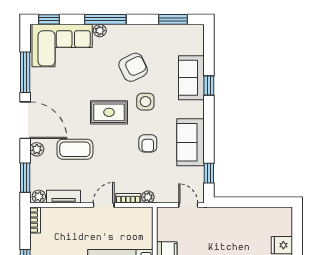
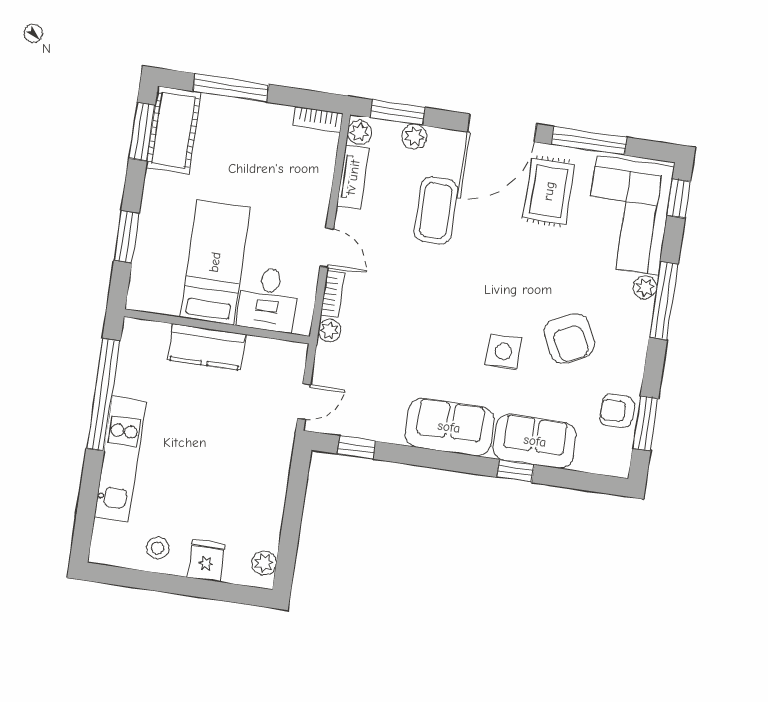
rug: (109, 112) -> (549, 191), moved
sofa: (190, 142) -> (449, 427), moved
armchair: (148, 143) -> (617, 411), moved
plant: (37, 149) -> (414, 137), moved
plant: (278, 214) -> (264, 563), added
desk: (136, 233) -> (268, 299), added

